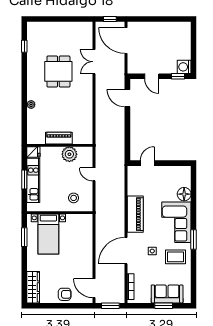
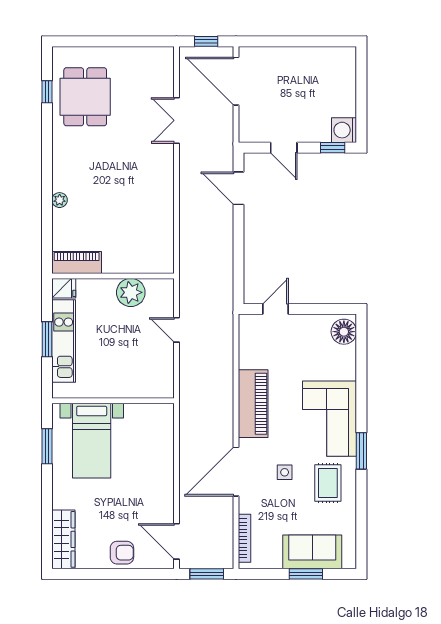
dining table: (58, 71) -> (85, 97), moved
piano: (59, 138) -> (77, 262), moved
floor lamp: (184, 194) -> (344, 332), moved
stool: (74, 198) -> (138, 374), removed
rug: (175, 257) -> (328, 483), turned 90

